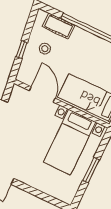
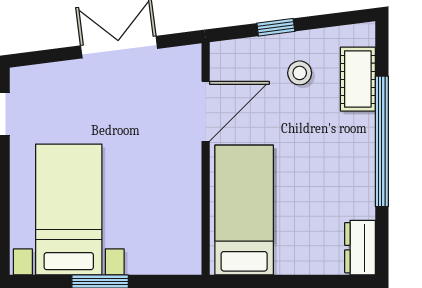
bed with nightstands: (70, 142) -> (69, 209), moved, turned 90

